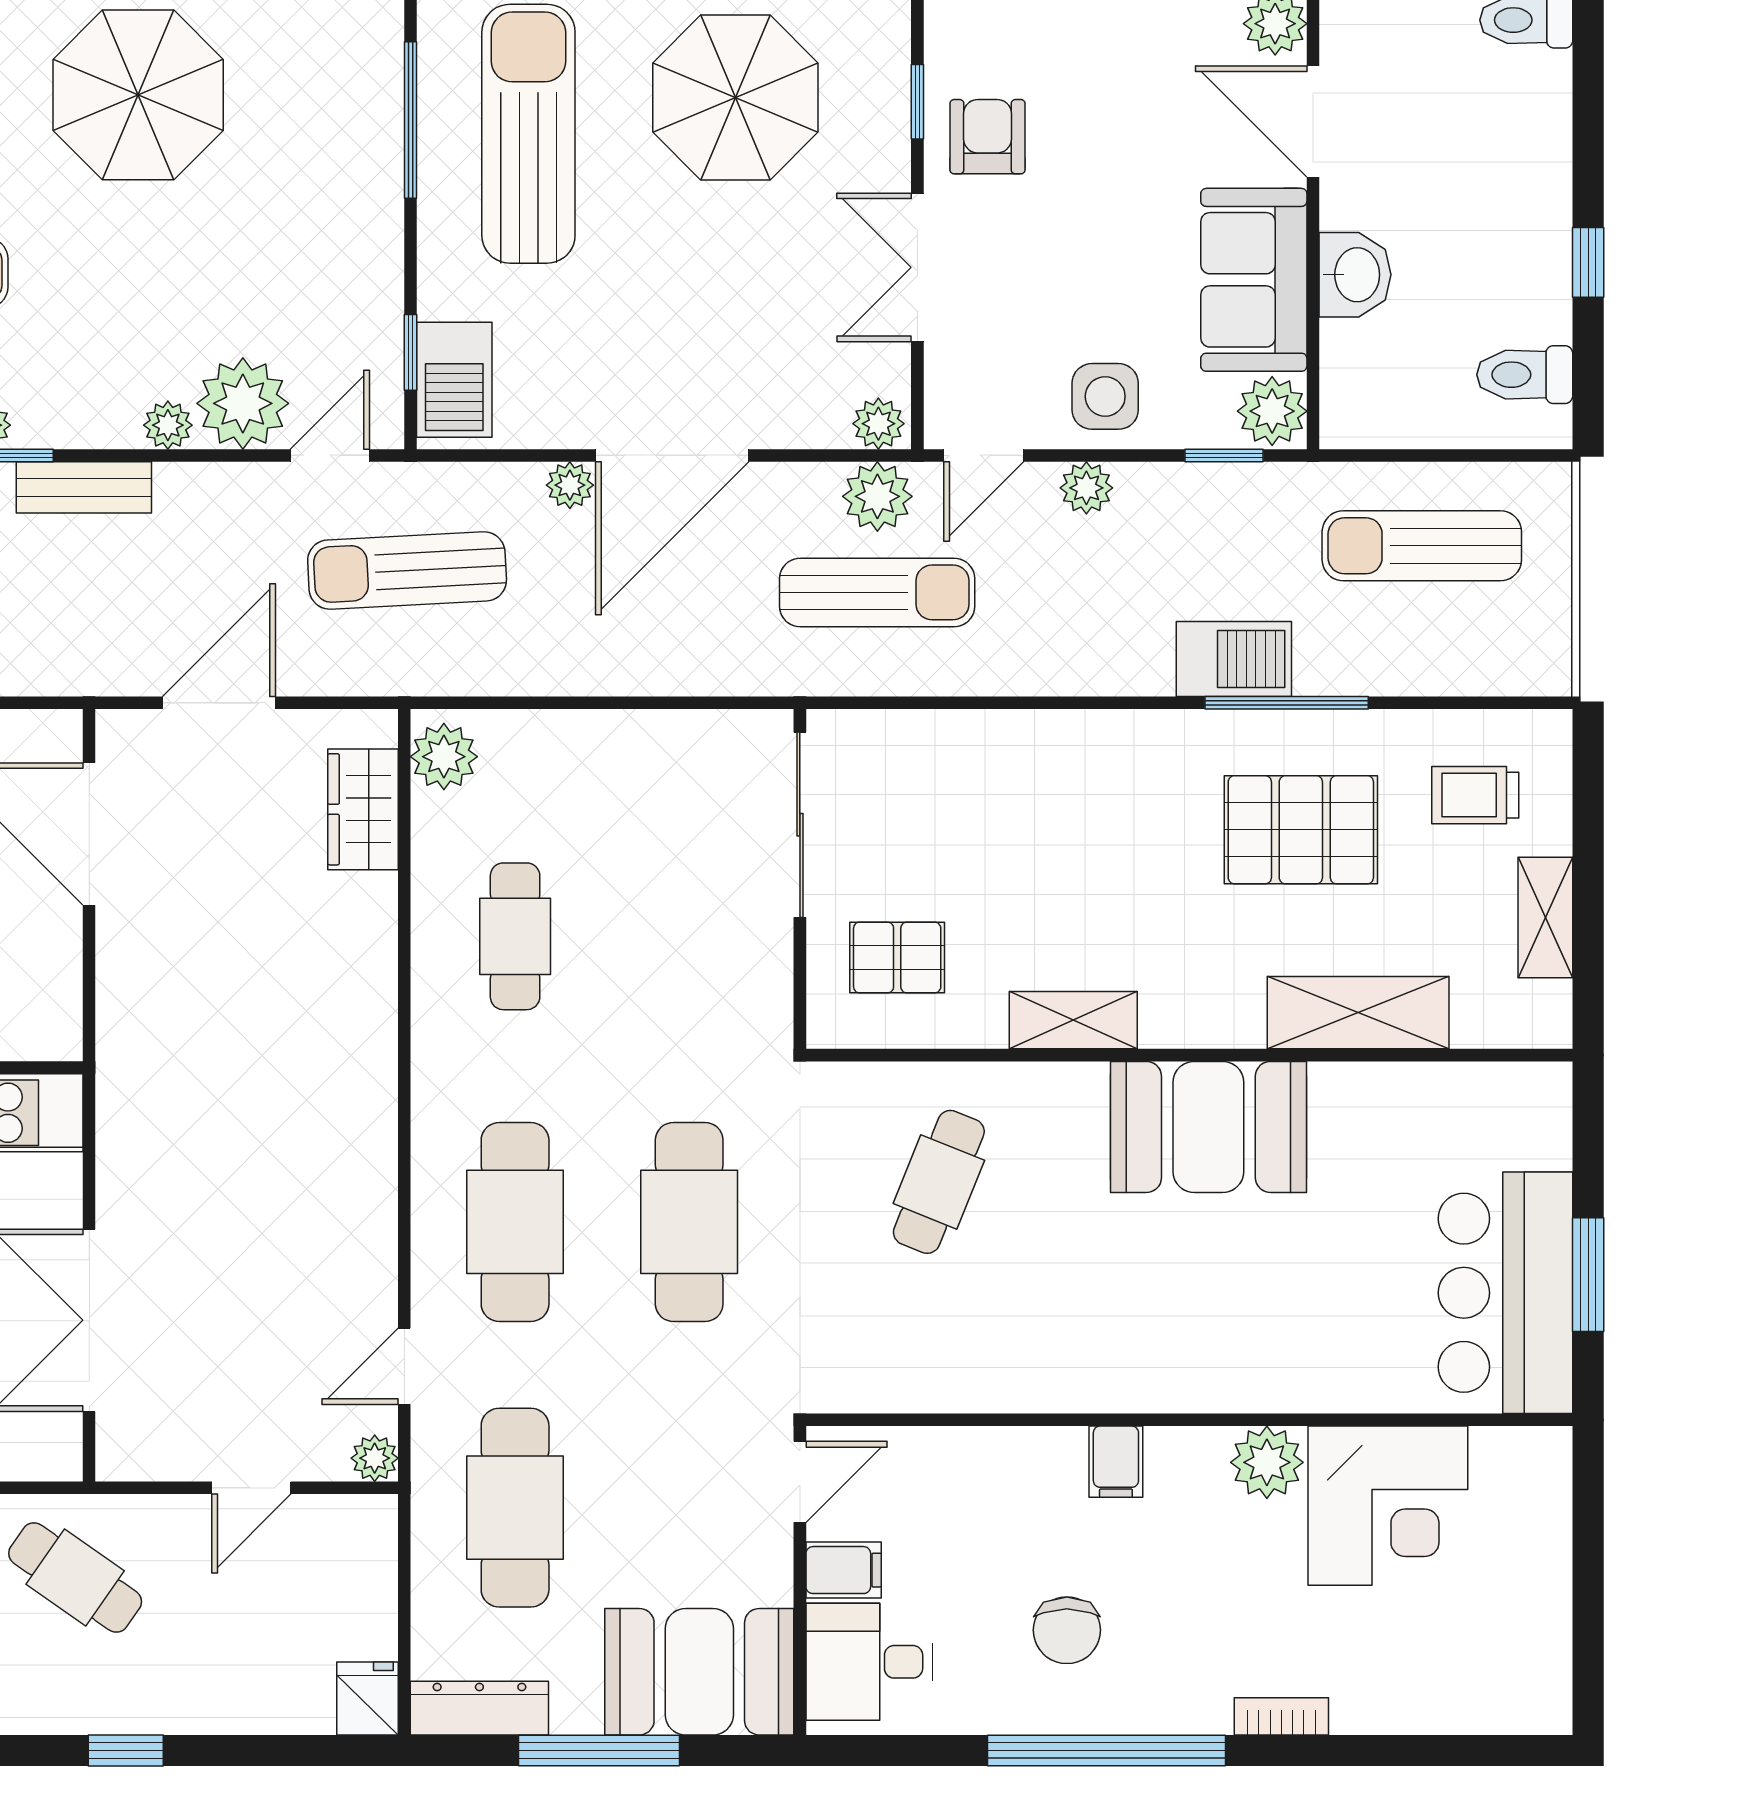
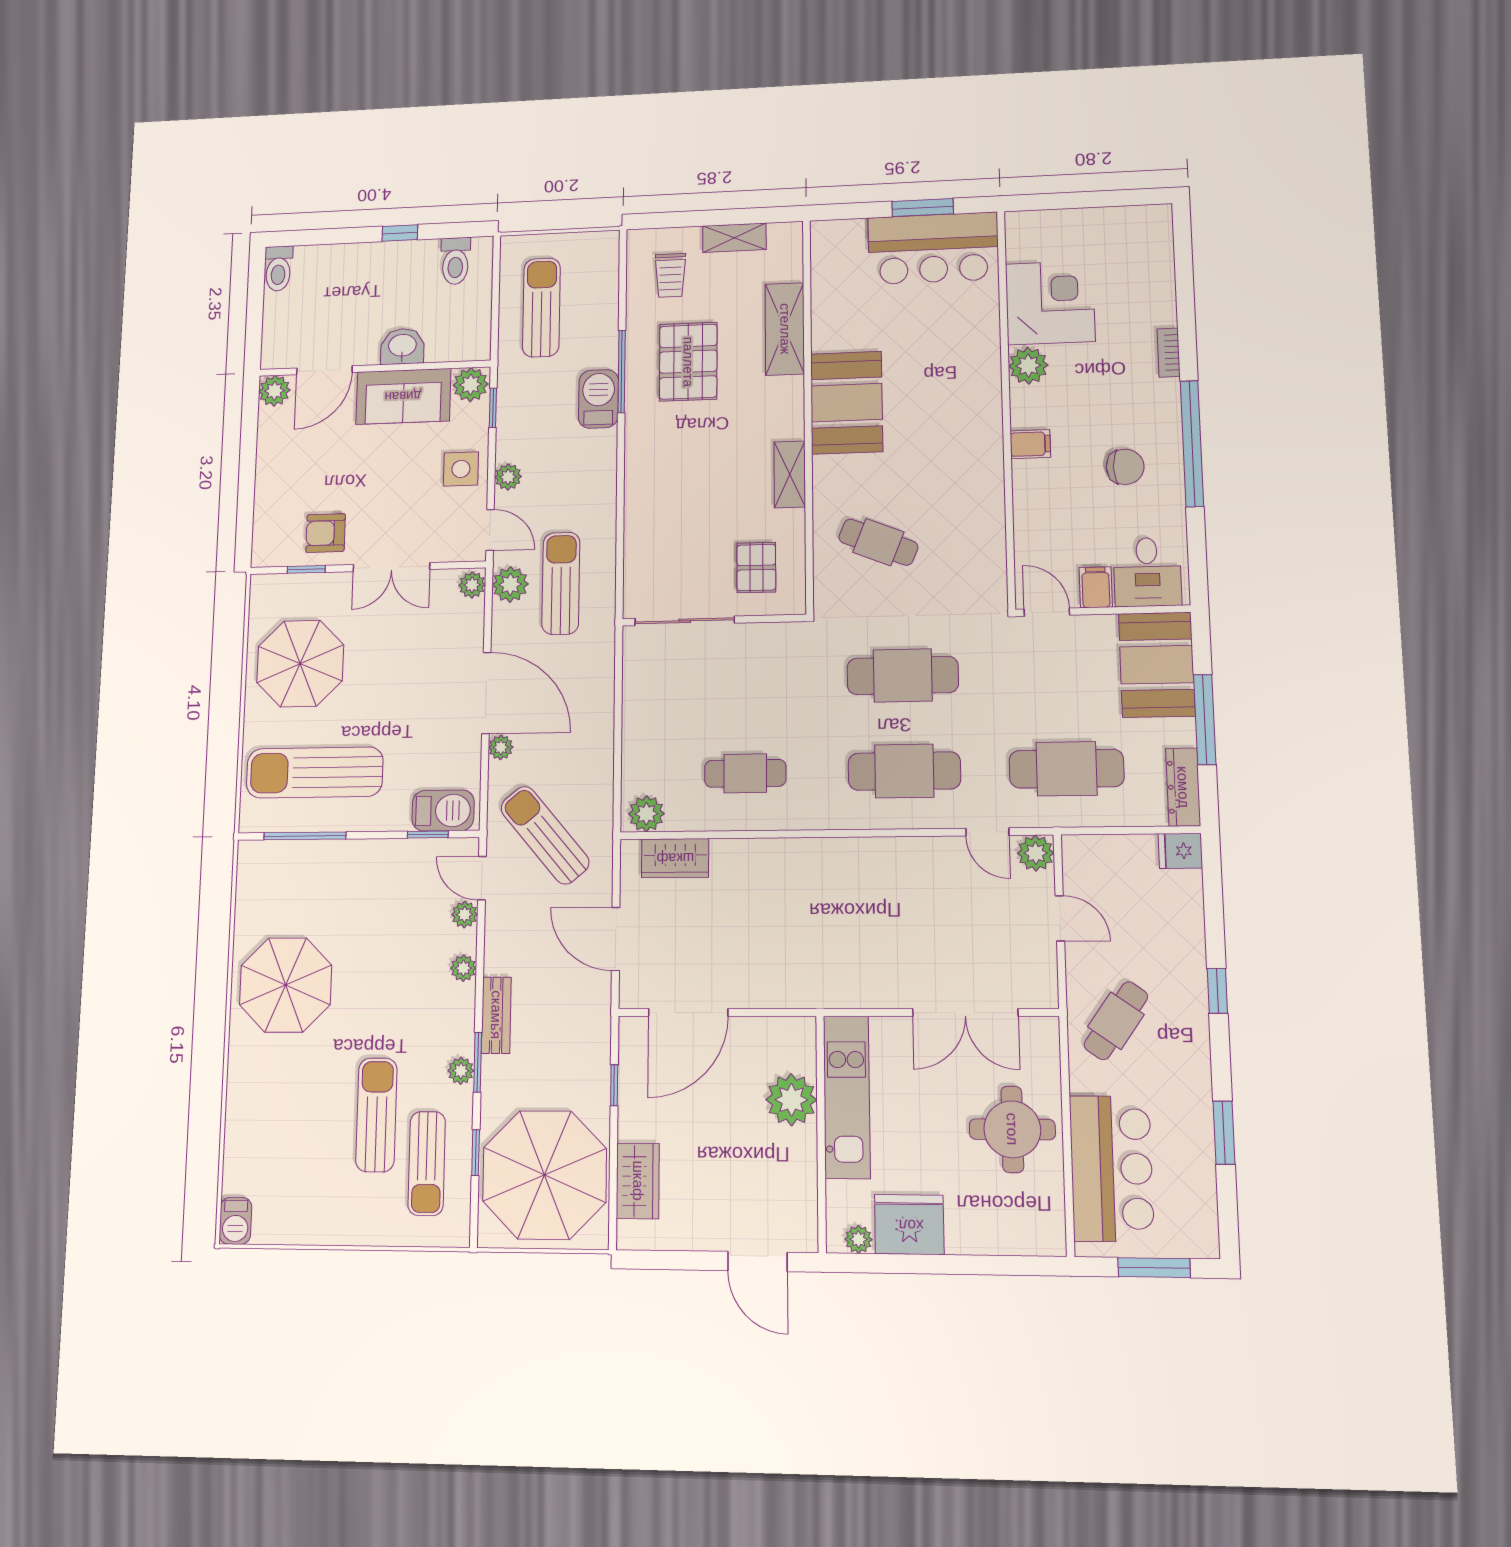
plant: (243, 403) -> (465, 915), width x0.53, depth x0.53
sun lounger: (1422, 546) -> (541, 307), turned 180
sun lounger: (407, 570) -> (545, 835), turned 143
plant: (375, 1458) -> (1036, 853), width x1.38, depth x1.38

